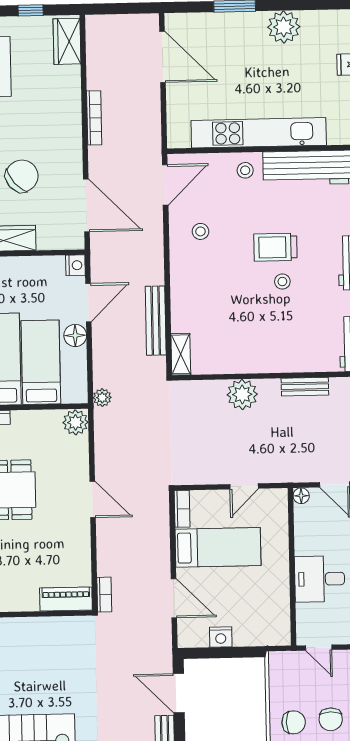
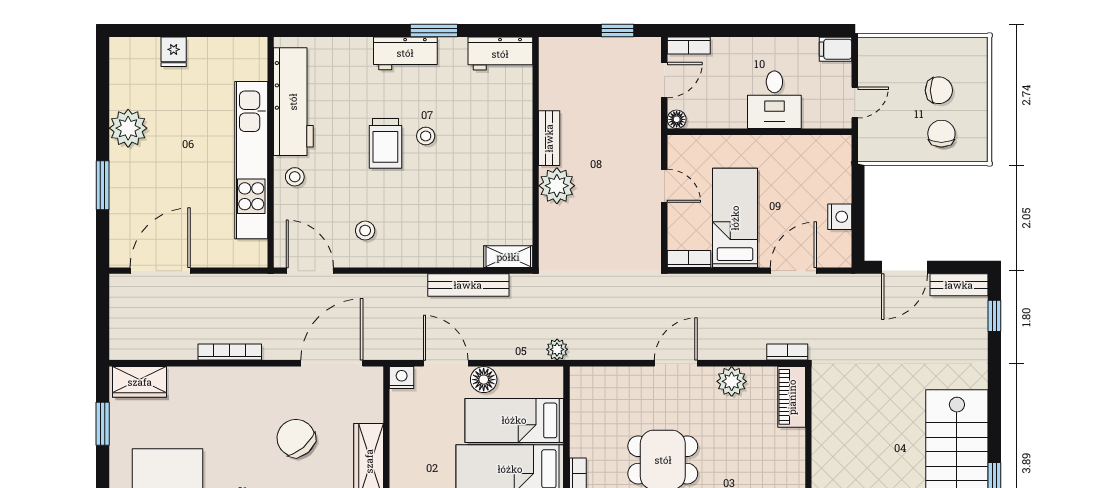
window: (31, 10) -> (103, 424), width x1.50
bench: (305, 387) -> (549, 138), moved
plant: (76, 422) -> (732, 381), moved

